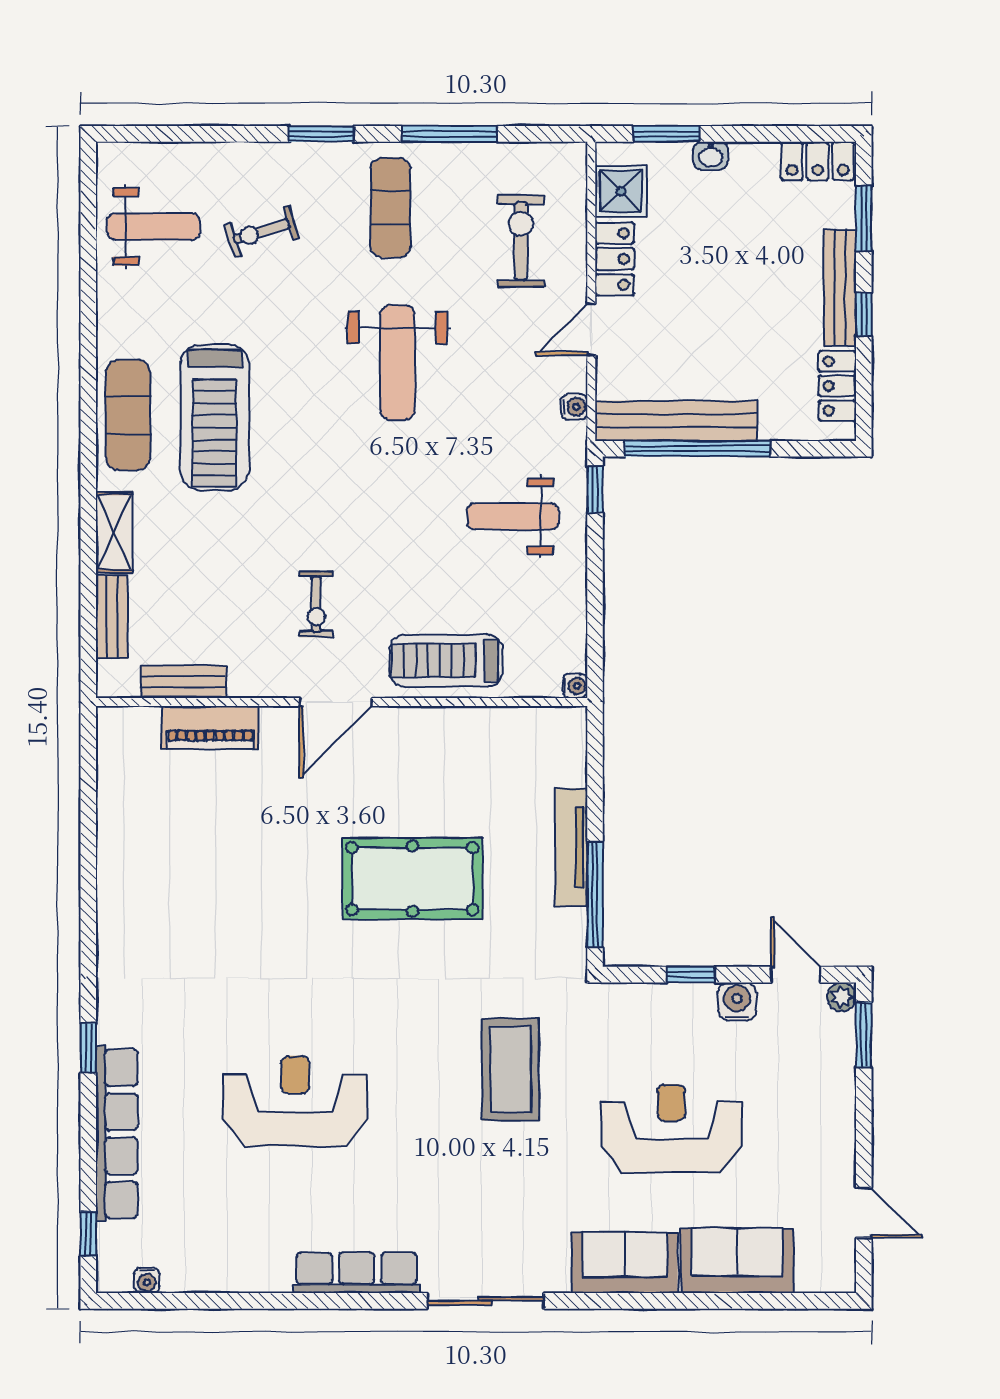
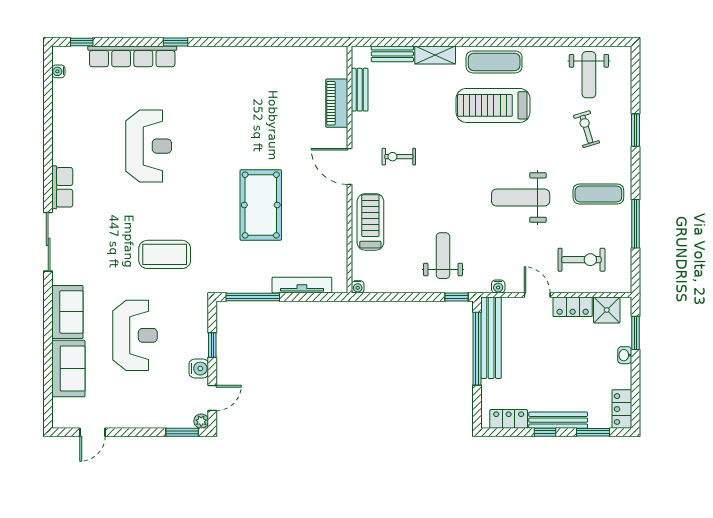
window: (321, 134) -> (636, 130), moved
tv unit: (571, 847) -> (302, 285), moved
row of seats: (357, 1273) -> (62, 187), width x0.68

